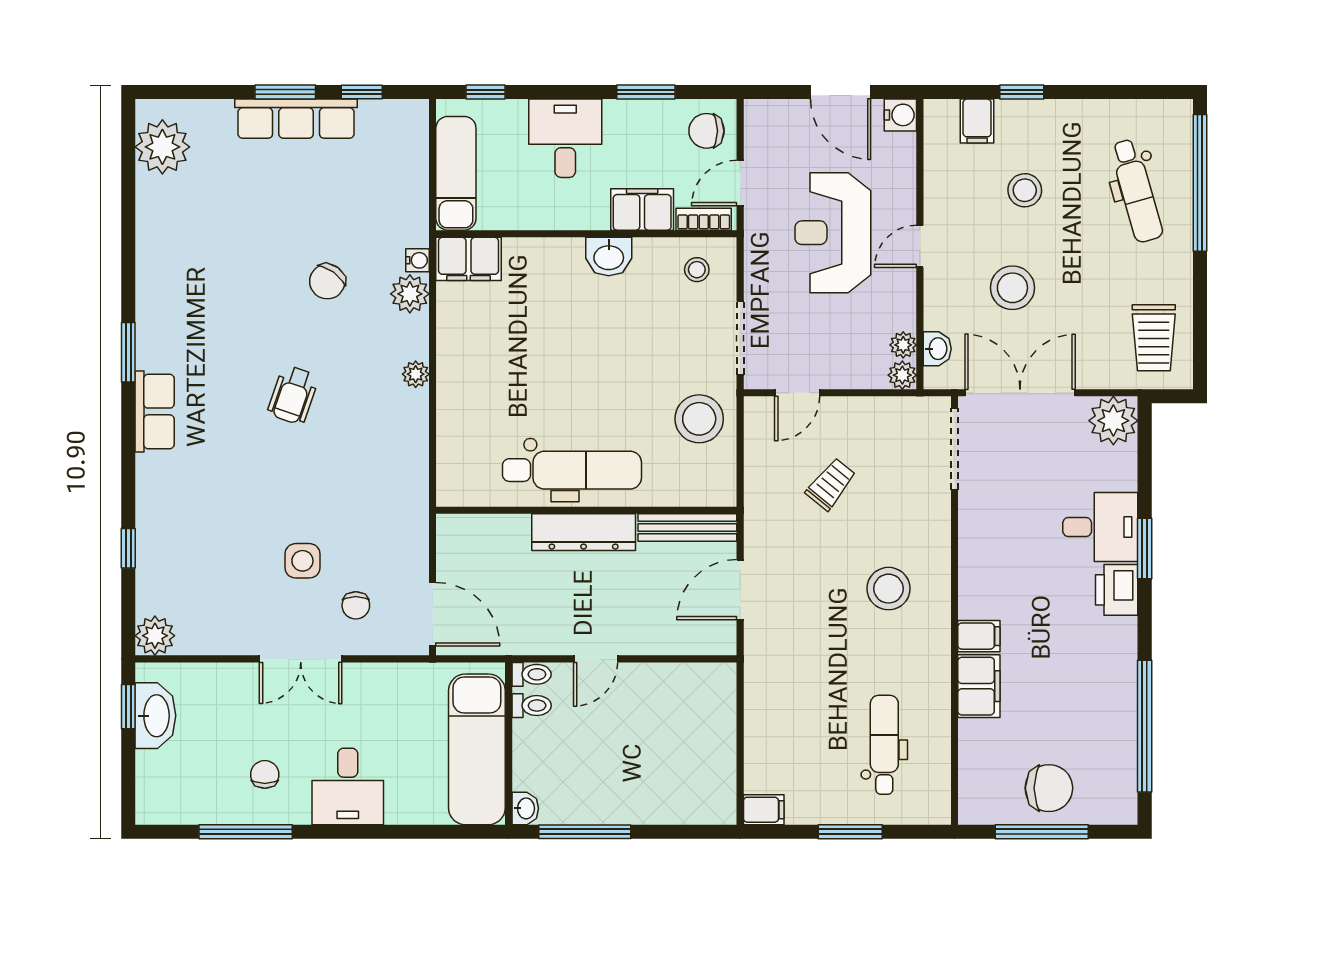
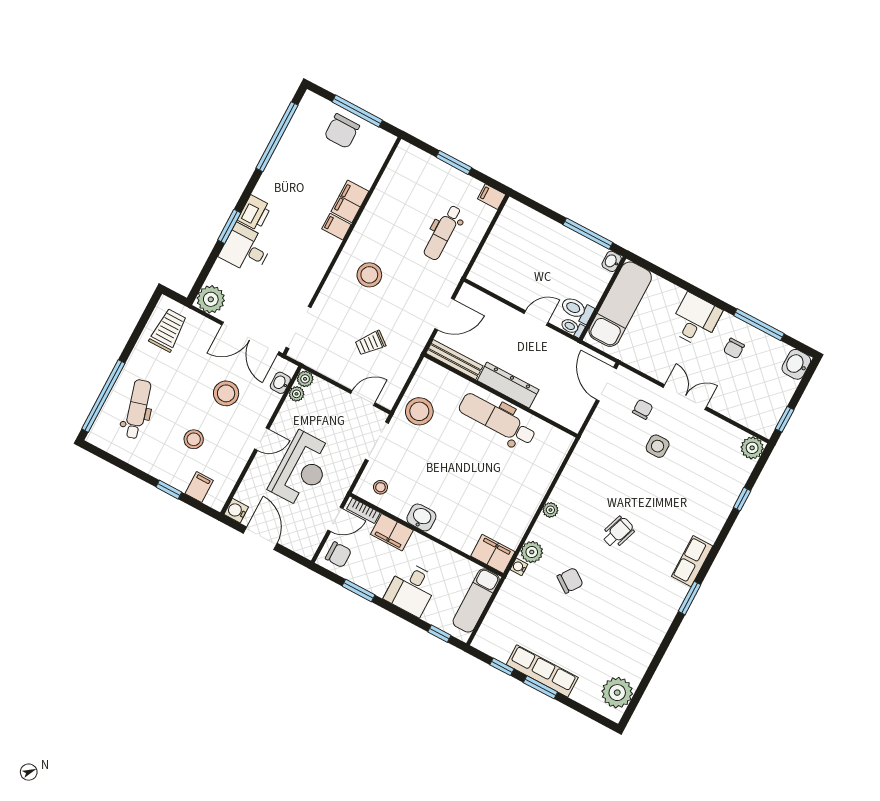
toilet: (532, 706) -> (577, 310), width x1.37, depth x1.39
washbasin: (155, 716) -> (796, 364), moved, width x0.72
dental chair: (884, 745) -> (443, 232), moved
chair: (1049, 788) -> (342, 131), turned -90

